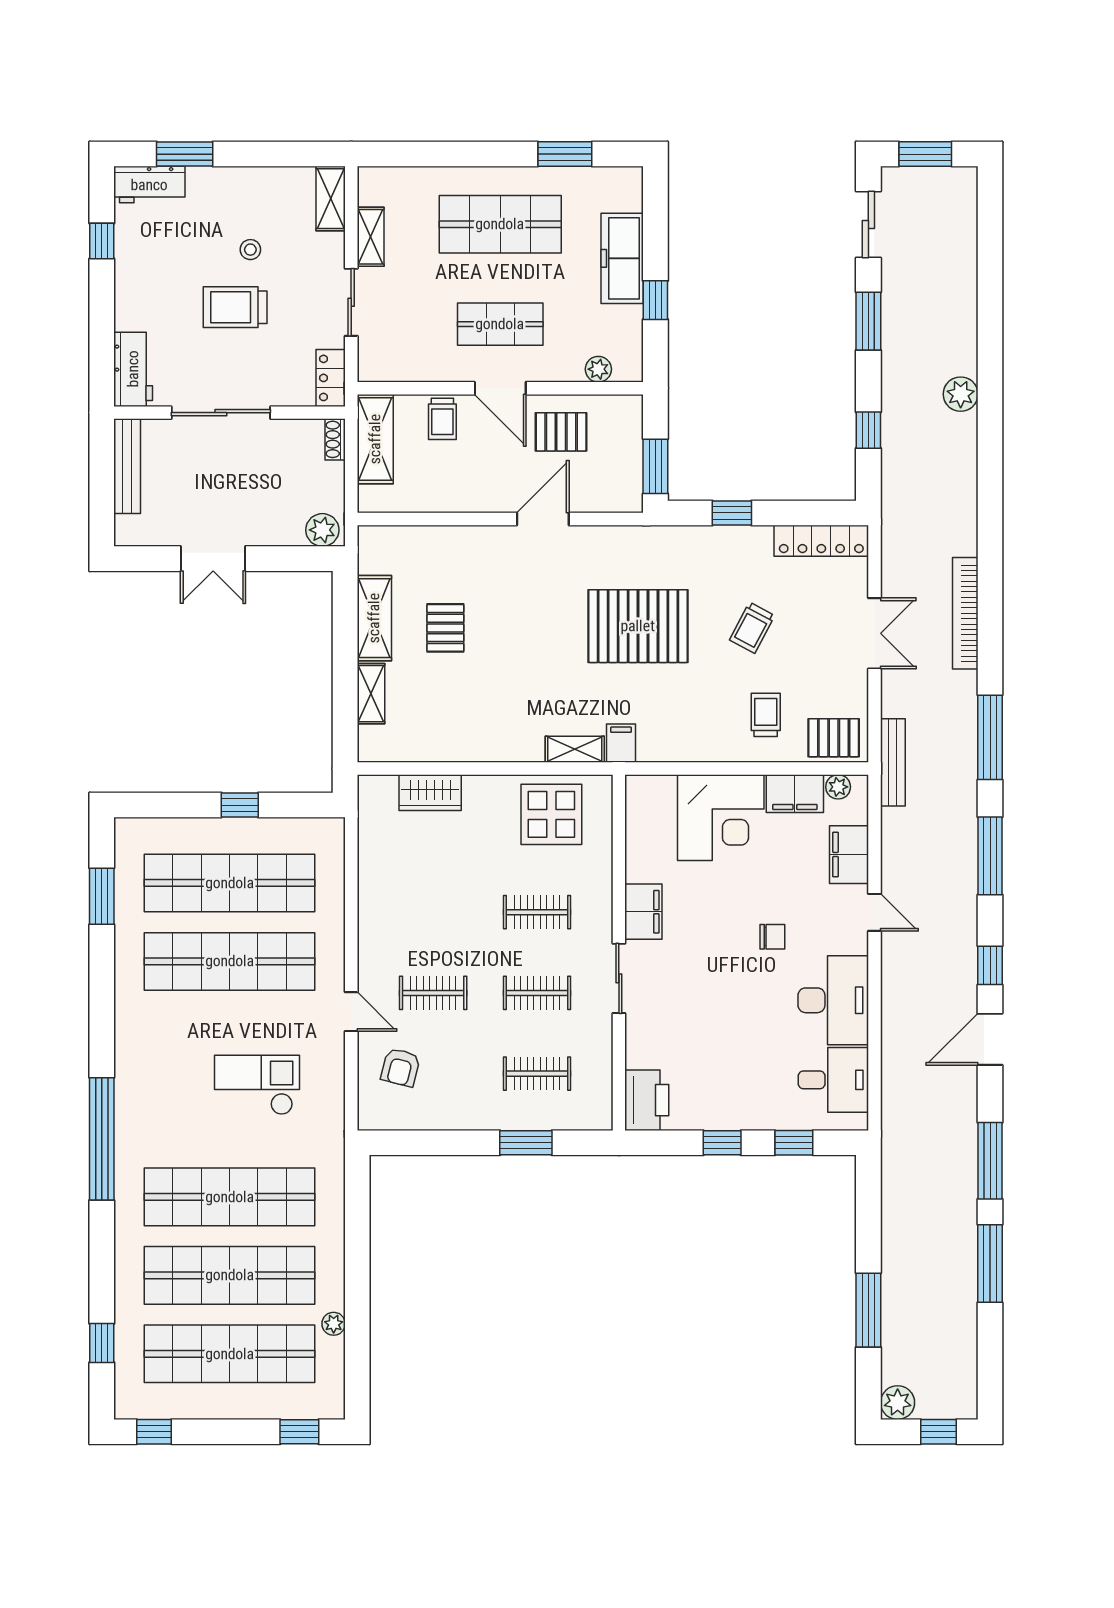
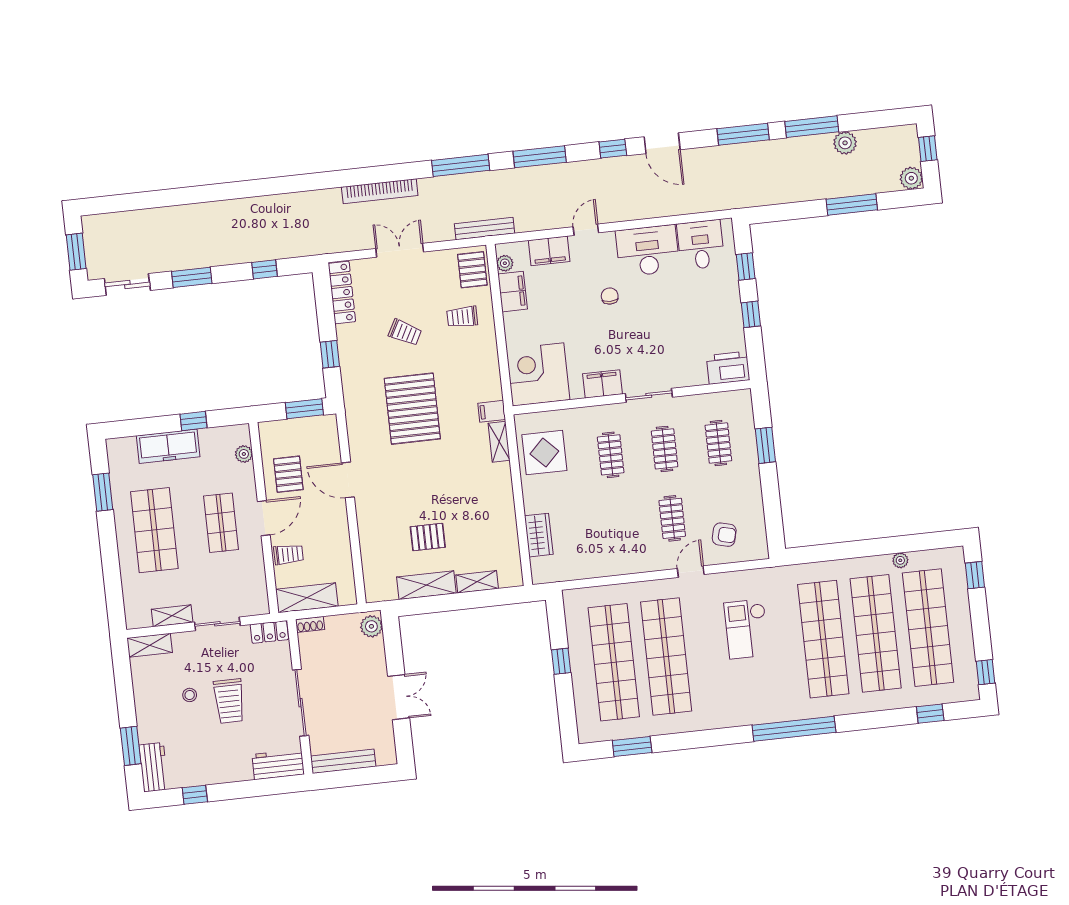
plant: (961, 394) -> (845, 143), moved
corner desk: (721, 818) -> (538, 374), moved, turned -90

